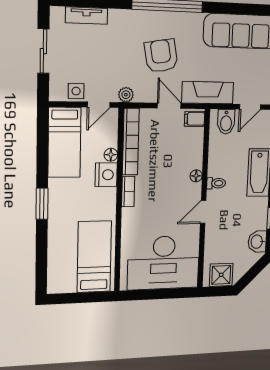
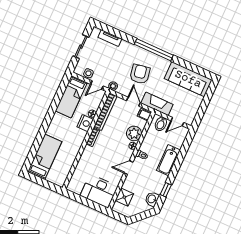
plant: (191, 156) -> (134, 133), added
window: (42, 204) -> (46, 123), removed
bed: (94, 257) -> (45, 157), moved
desk: (164, 263) -> (99, 191), width x0.73, depth x0.77
shower: (221, 275) -> (124, 197), moved

